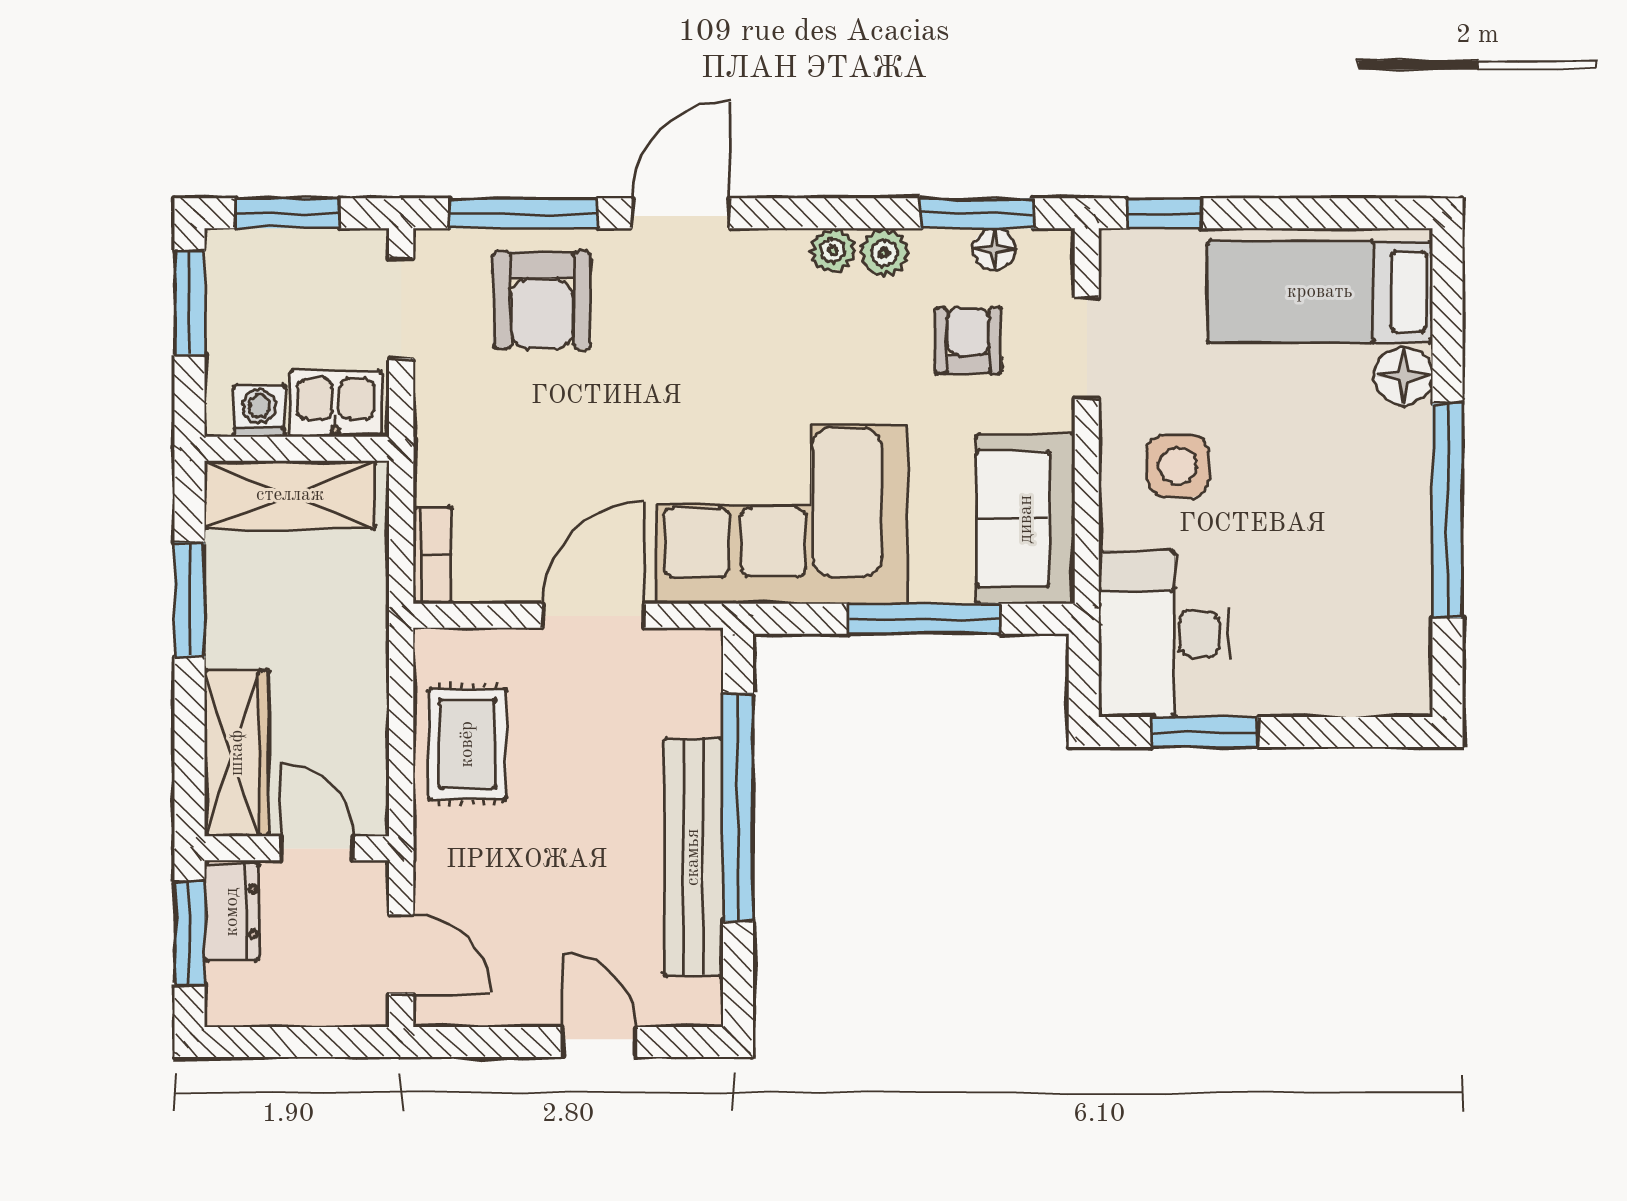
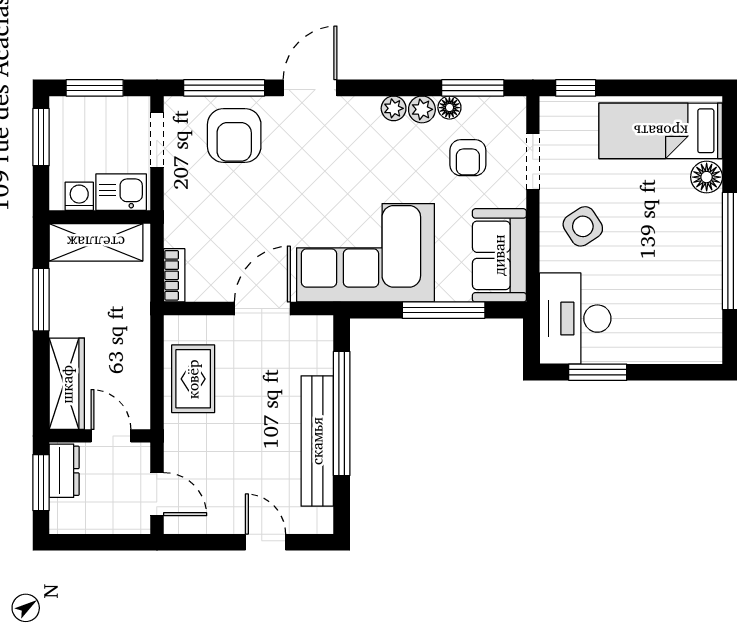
floor lamp: (994, 249) -> (449, 108), moved
armchair: (968, 341) -> (468, 158), turned 180
side table: (1178, 466) -> (583, 226), turned -33

